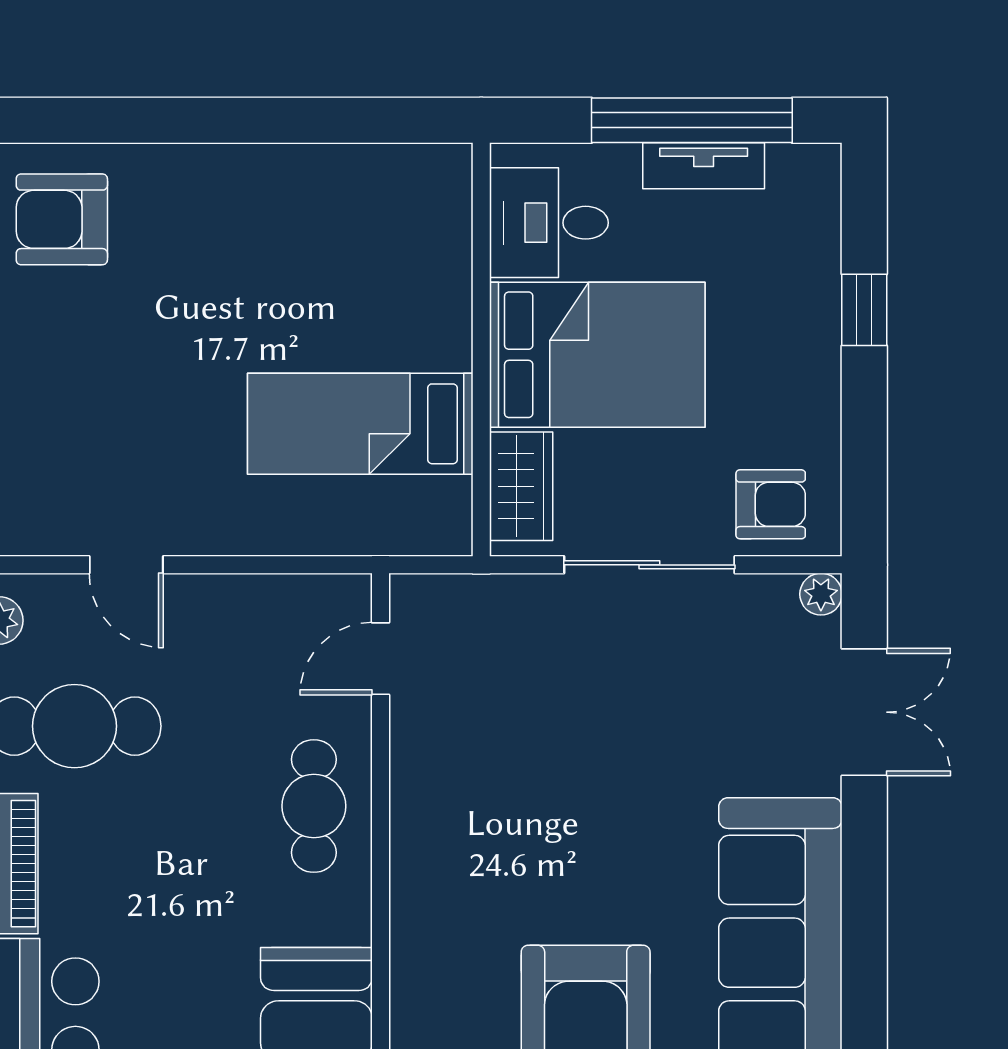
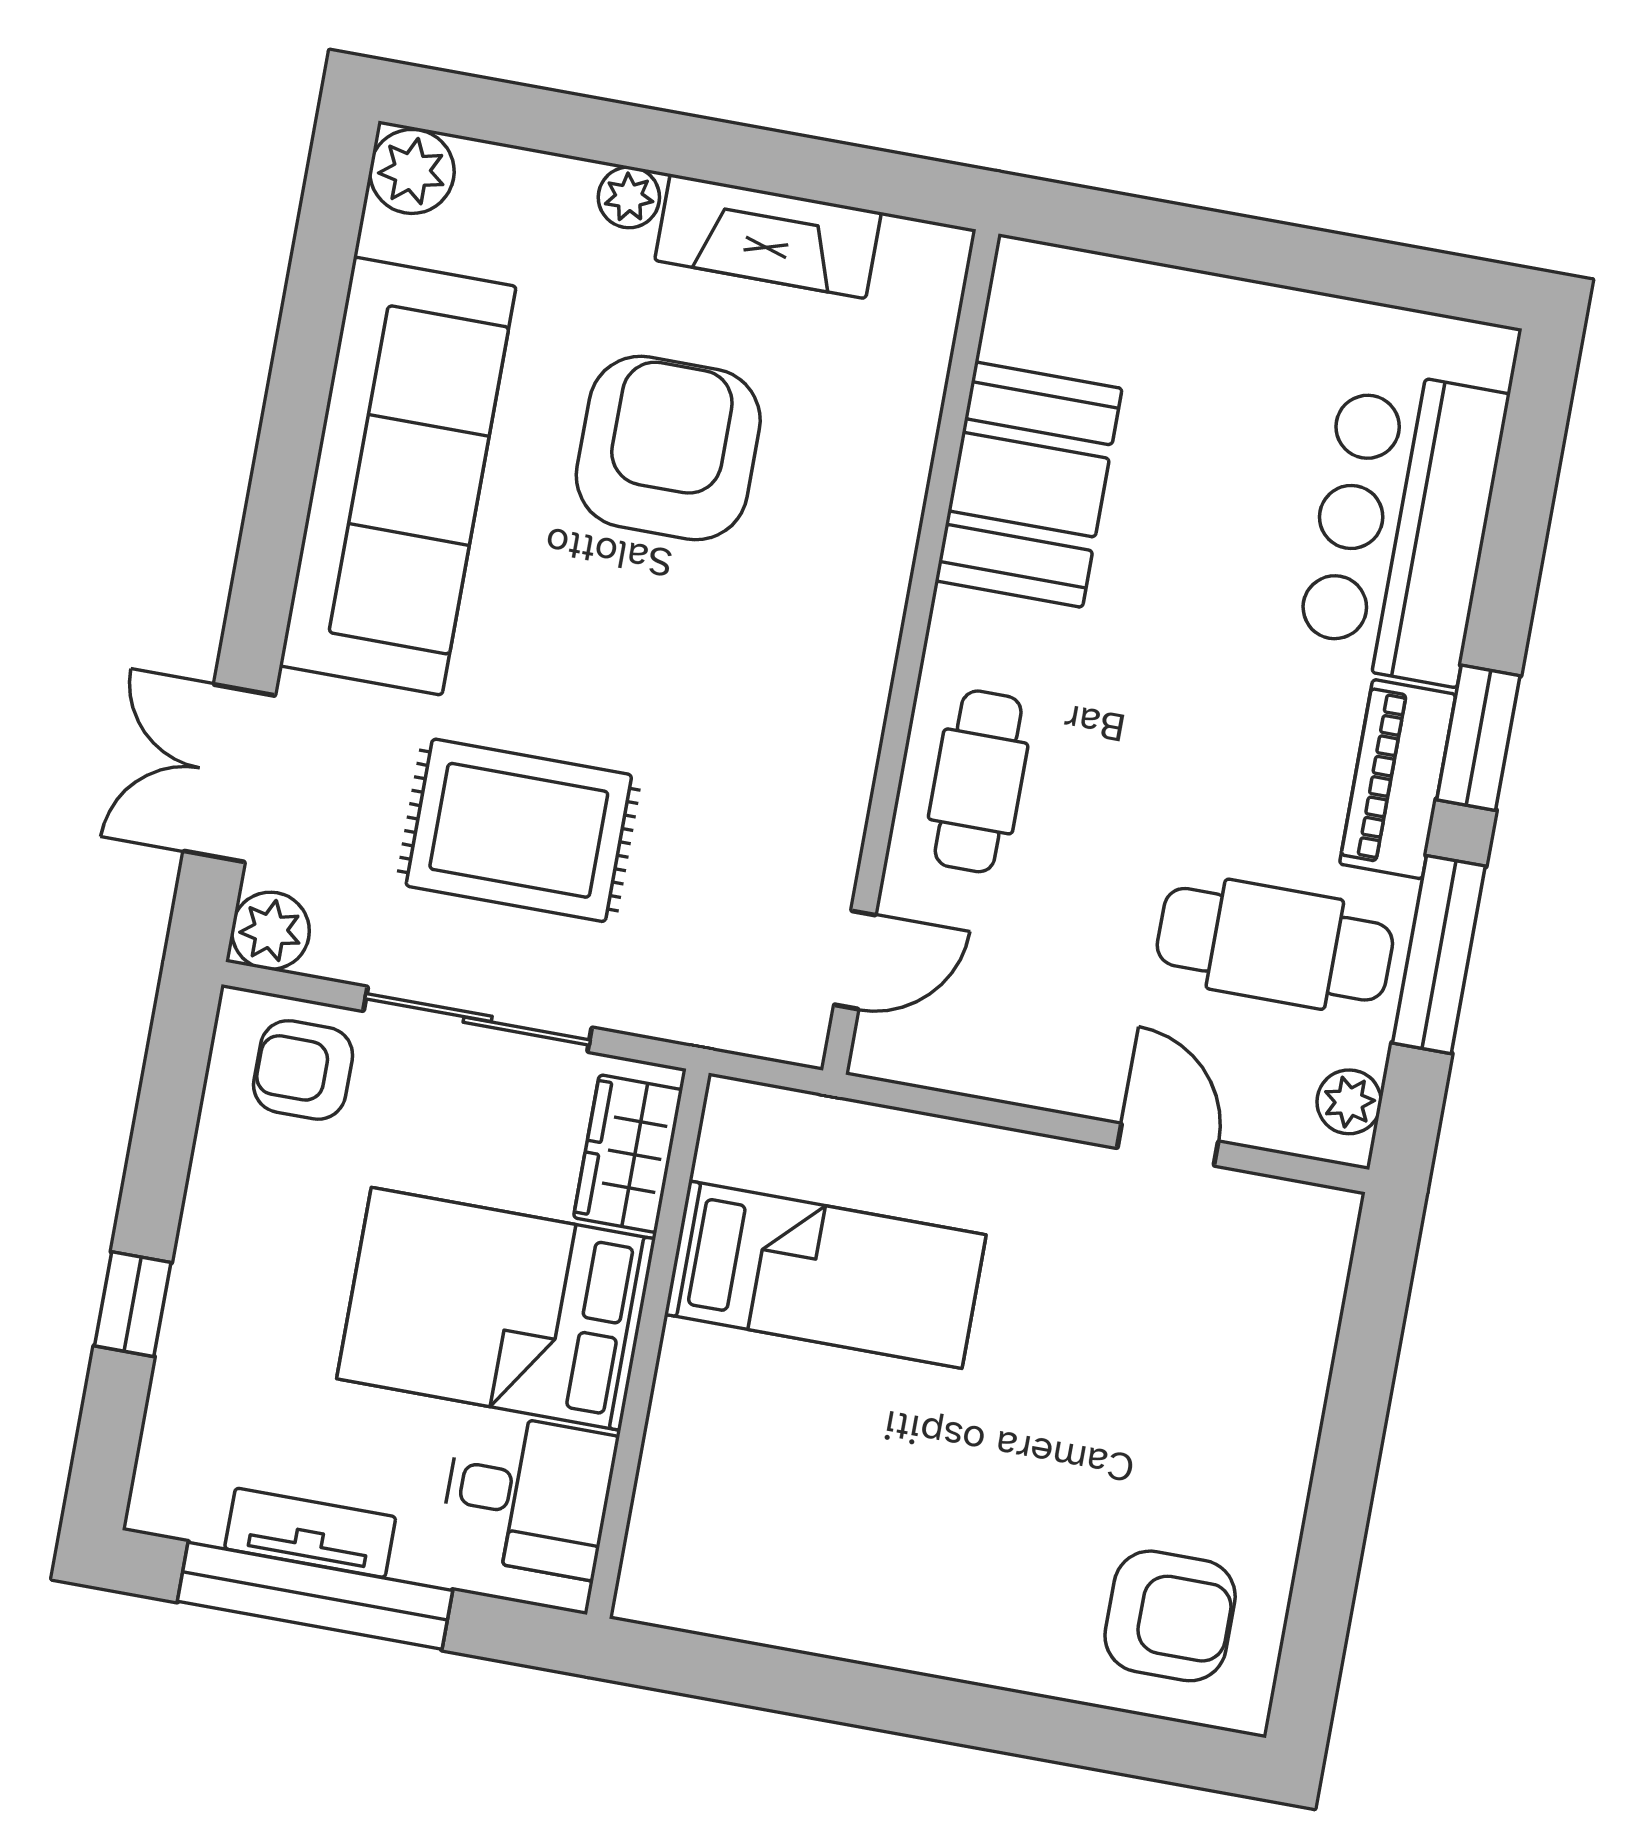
plant: (821, 594) -> (270, 931), width x1.38, depth x1.38
rug: (644, 709) -> (519, 830), added

